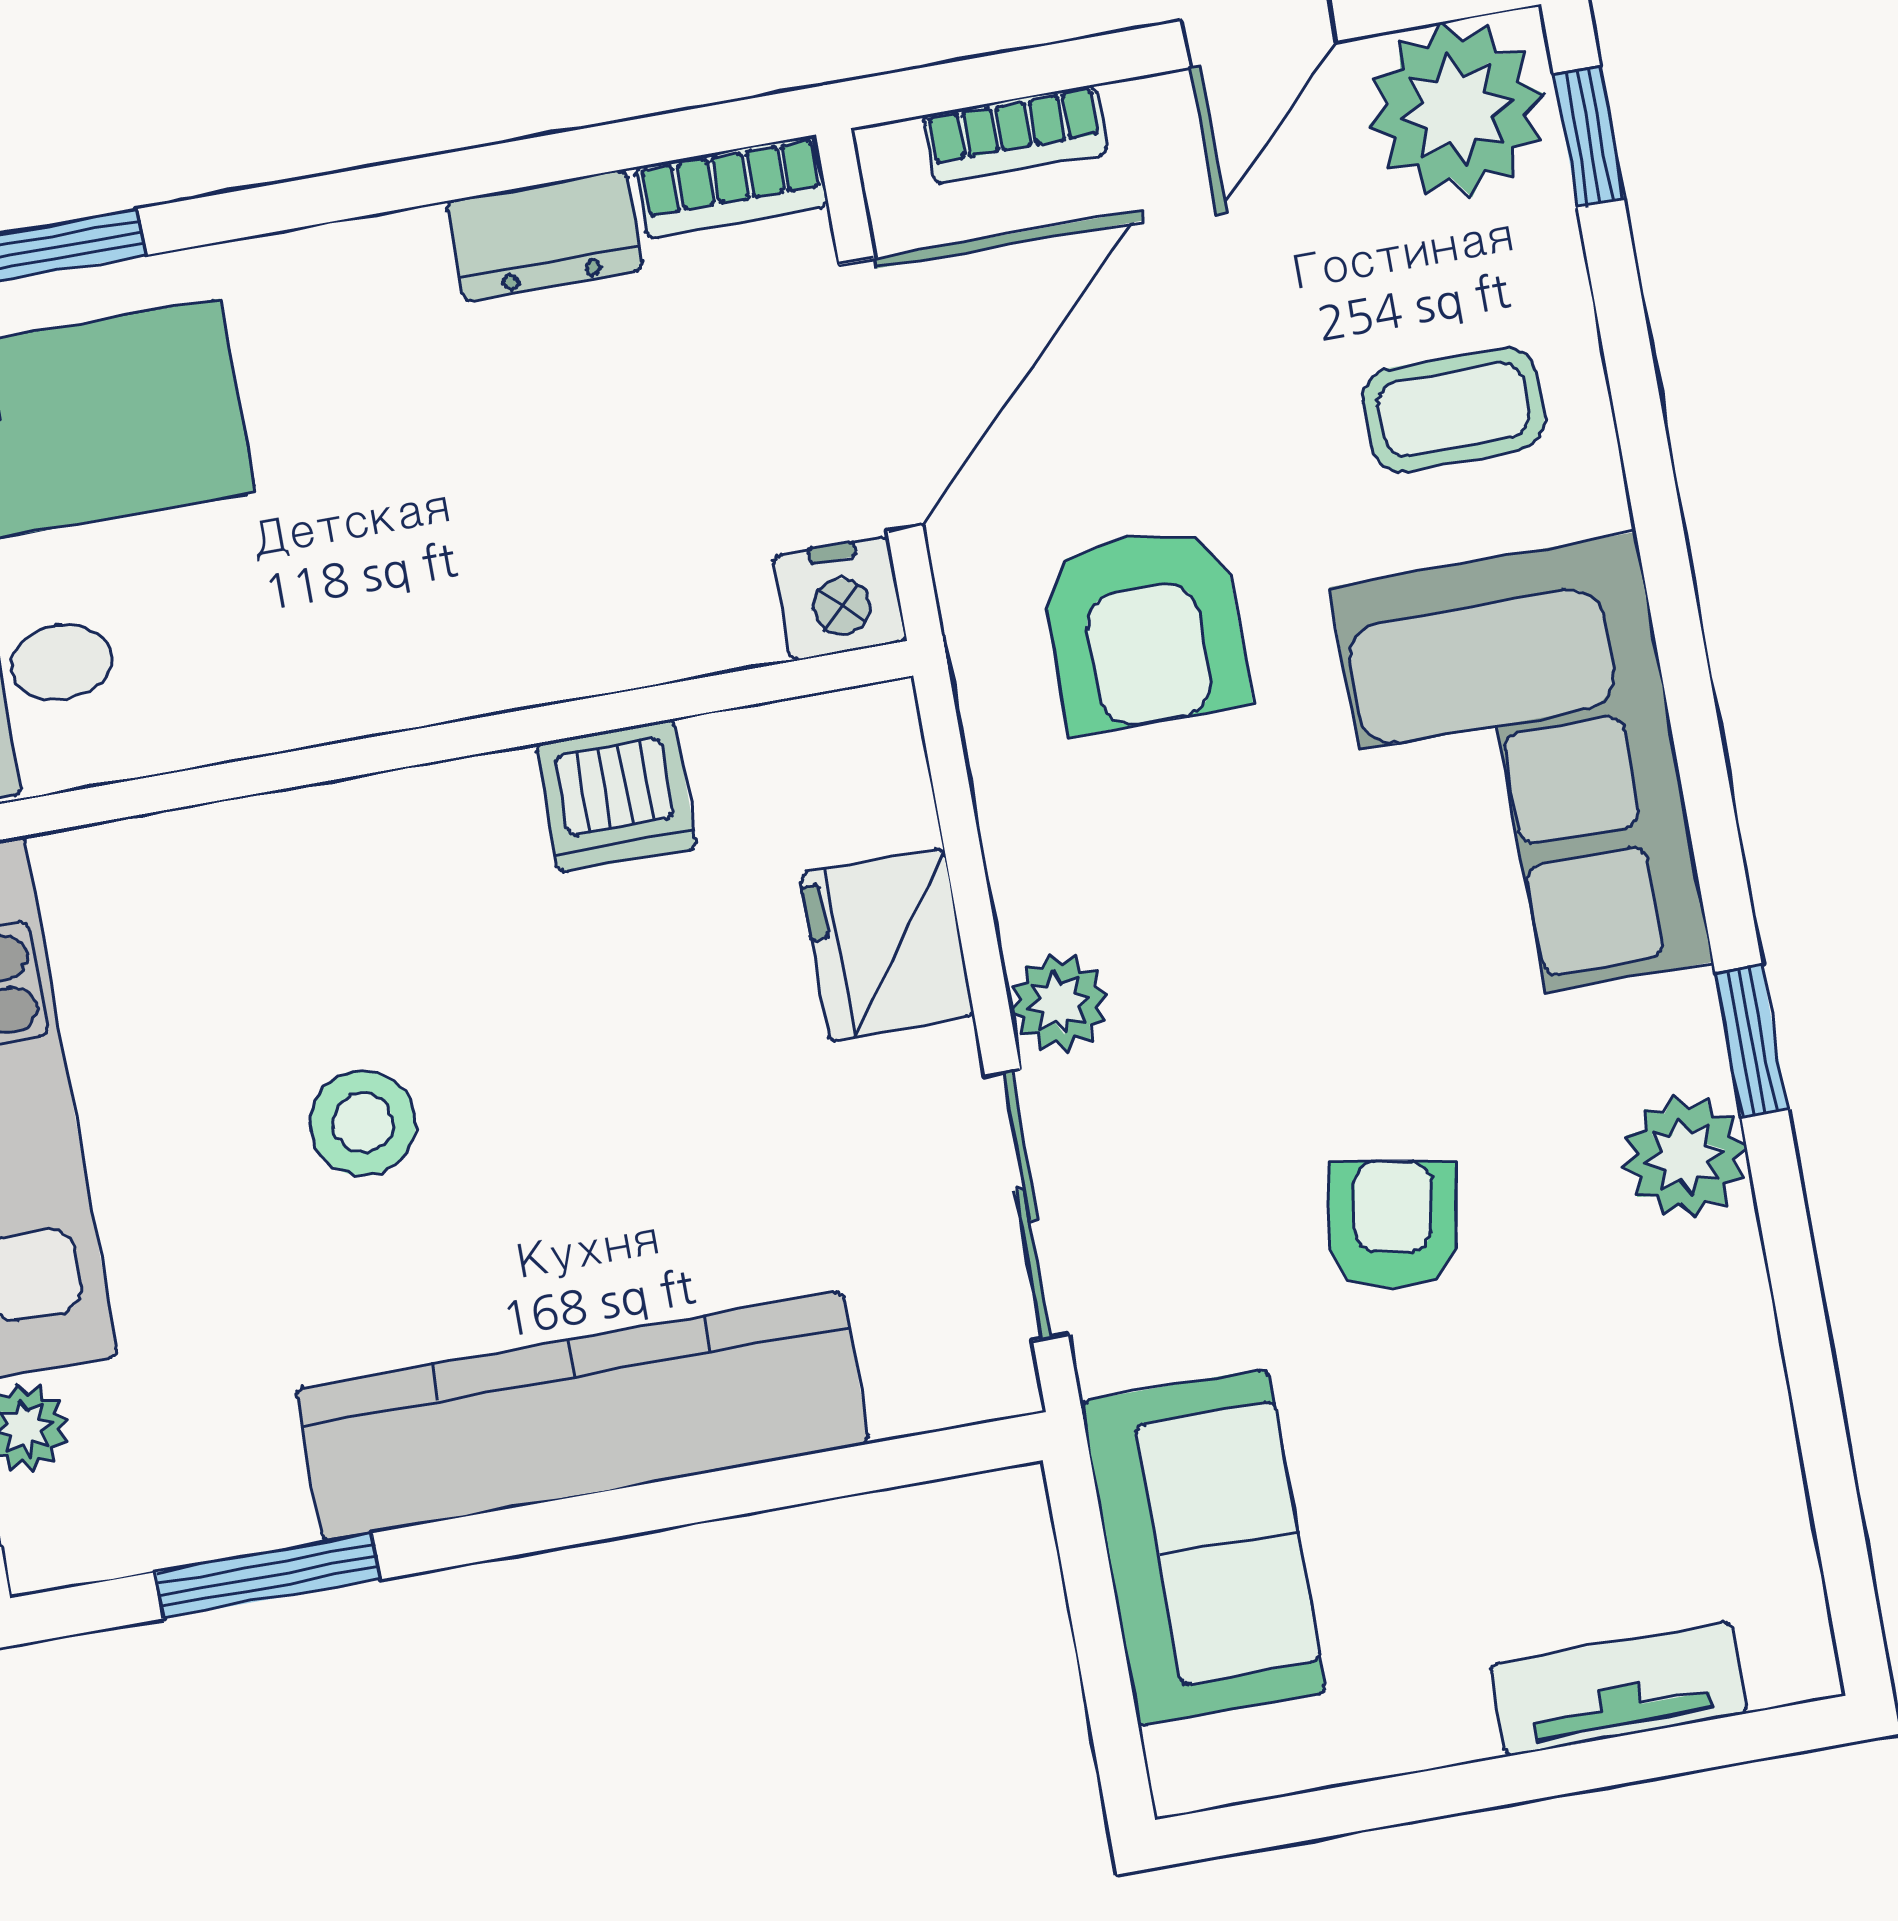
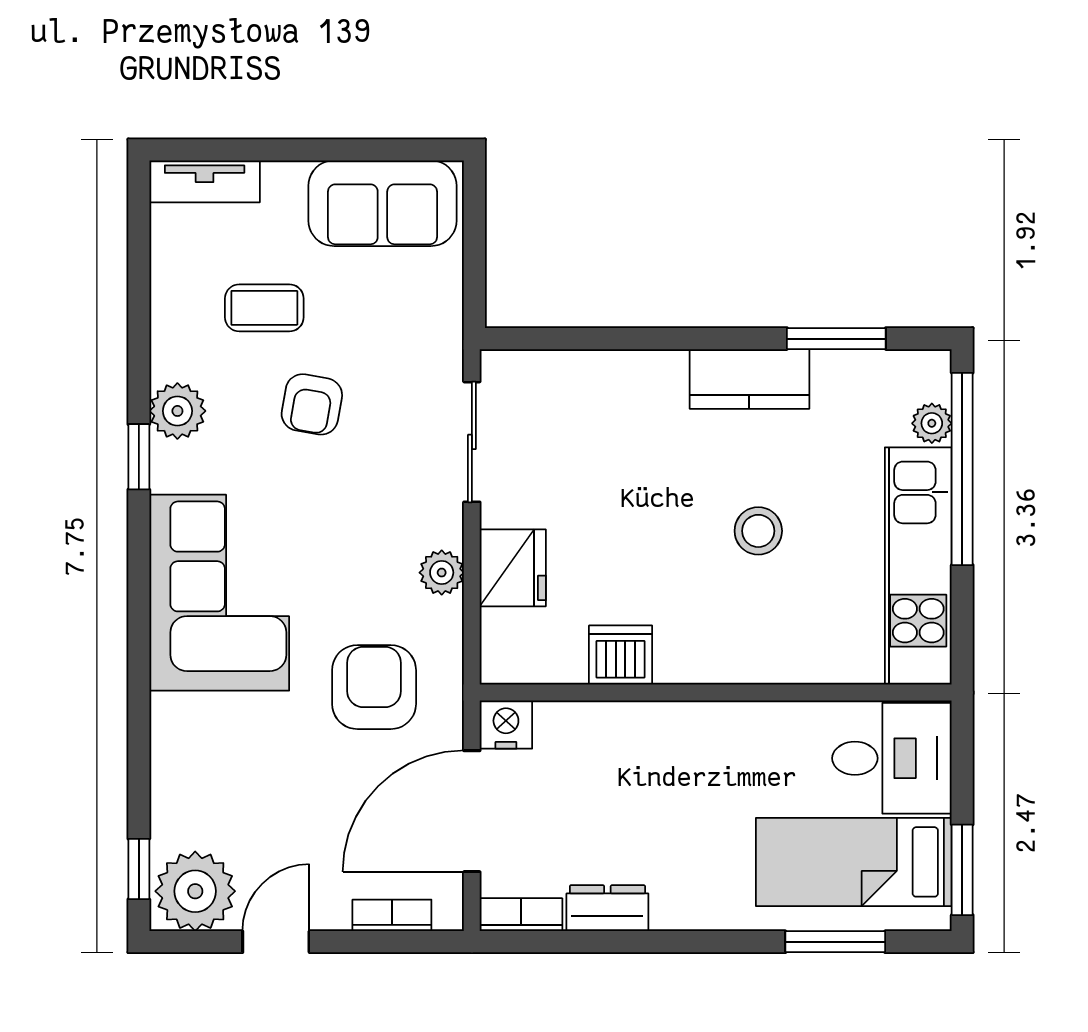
coffee table: (1454, 410) -> (264, 308), moved
plant: (1059, 1003) -> (442, 573), moved
kitchen counter: (582, 1416) -> (749, 379), width x0.48, depth x0.86
sofa: (1203, 1547) -> (382, 203), moved, turned -90
tv unit: (1619, 1689) -> (205, 181), moved

